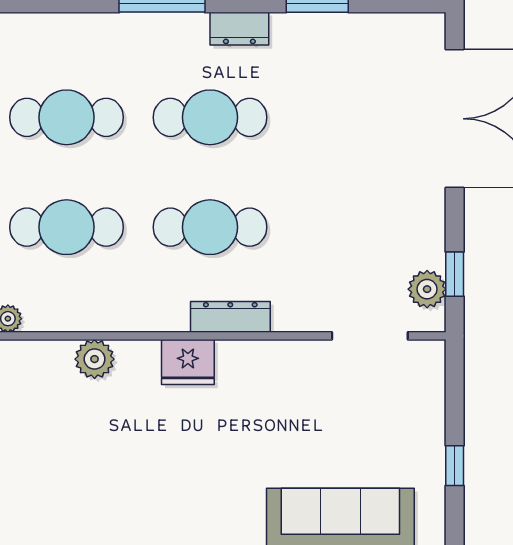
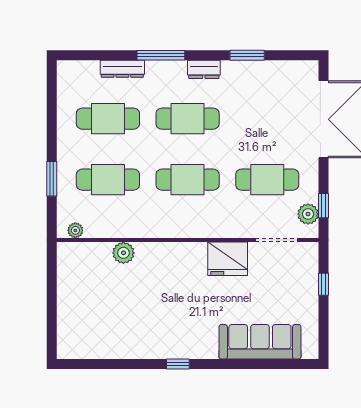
cafe table: (354, 227) -> (267, 180), added
dresser: (230, 317) -> (122, 69), moved, turned 180
fridge: (188, 362) -> (228, 259), moved, width x1.36, depth x1.34
window: (455, 466) -> (323, 284), moved

